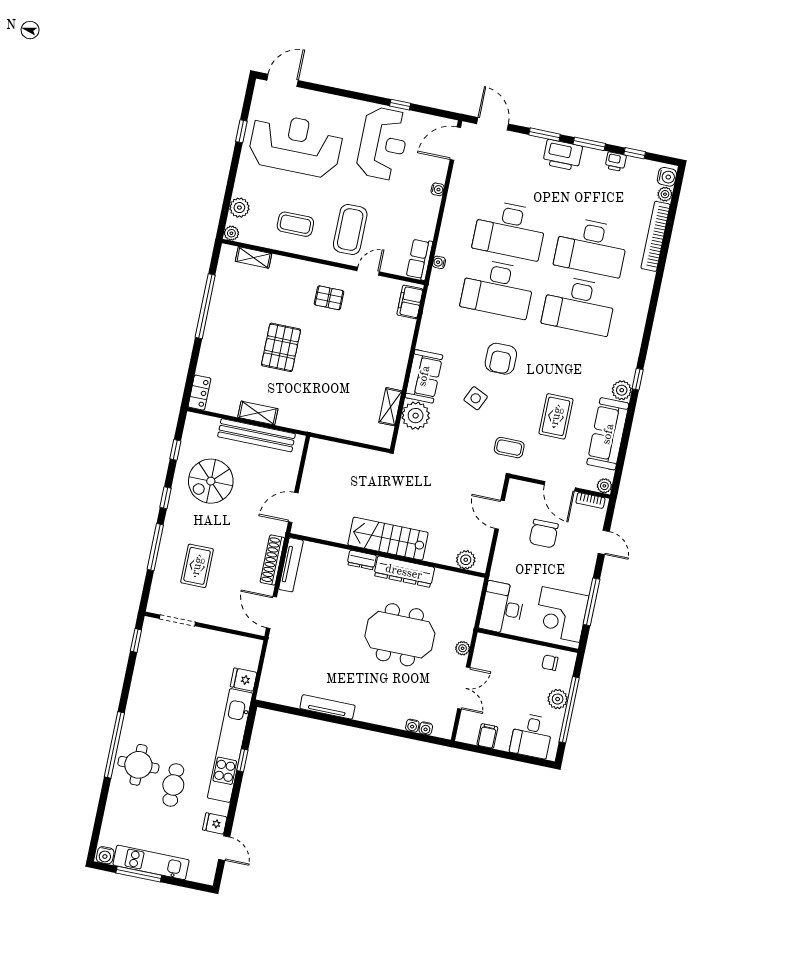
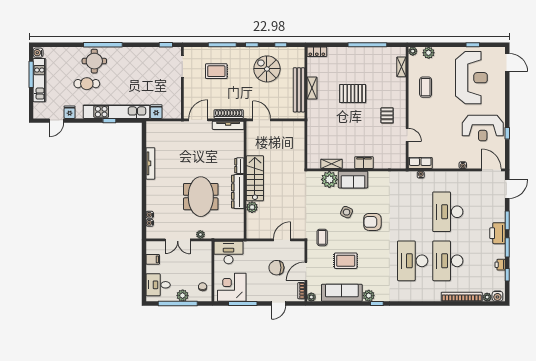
coffee table: (350, 230) -> (429, 119), removed
desk: (498, 289) -> (413, 212), removed
filing cabinet: (410, 302) -> (364, 163), moved
plant: (466, 560) -> (252, 207), moved

